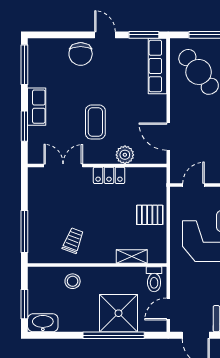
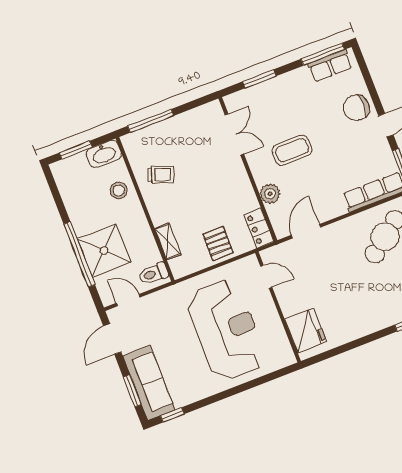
row of seats: (37, 107) -> (330, 66), moved
locker: (109, 175) -> (259, 228), moved
washbasin: (43, 323) -> (104, 154), moved, turned 90

